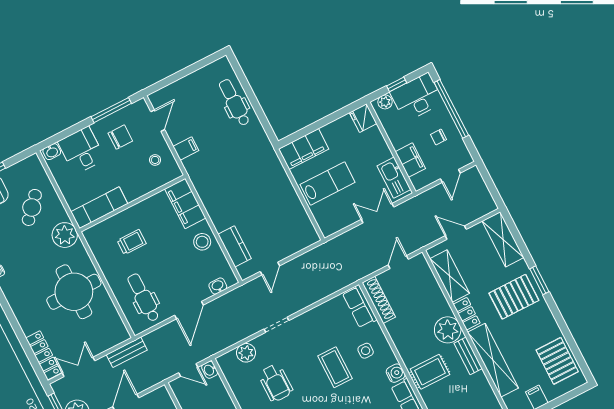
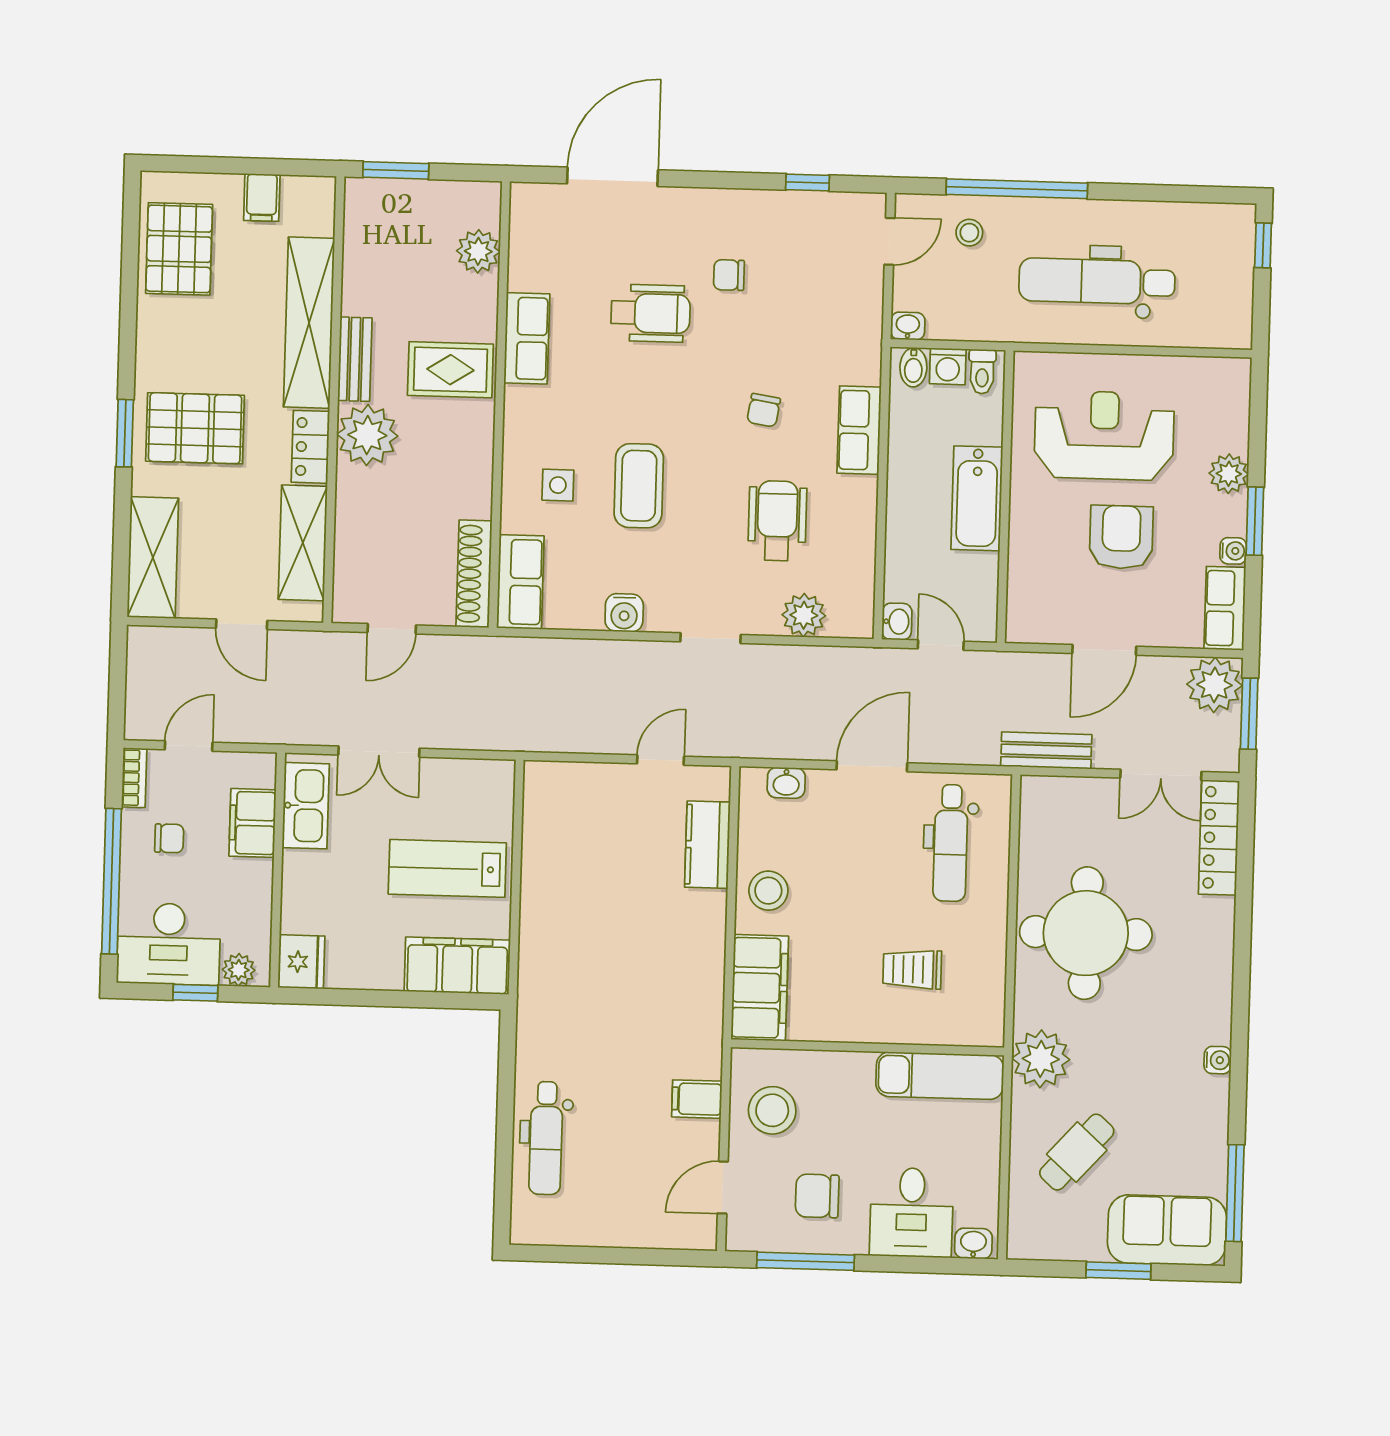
bookcase: (464, 153) -> (134, 778), added
stool: (155, 160) -> (772, 1110), width x1.89, depth x1.89
water cooler: (396, 373) -> (624, 613), moved, turned -90

